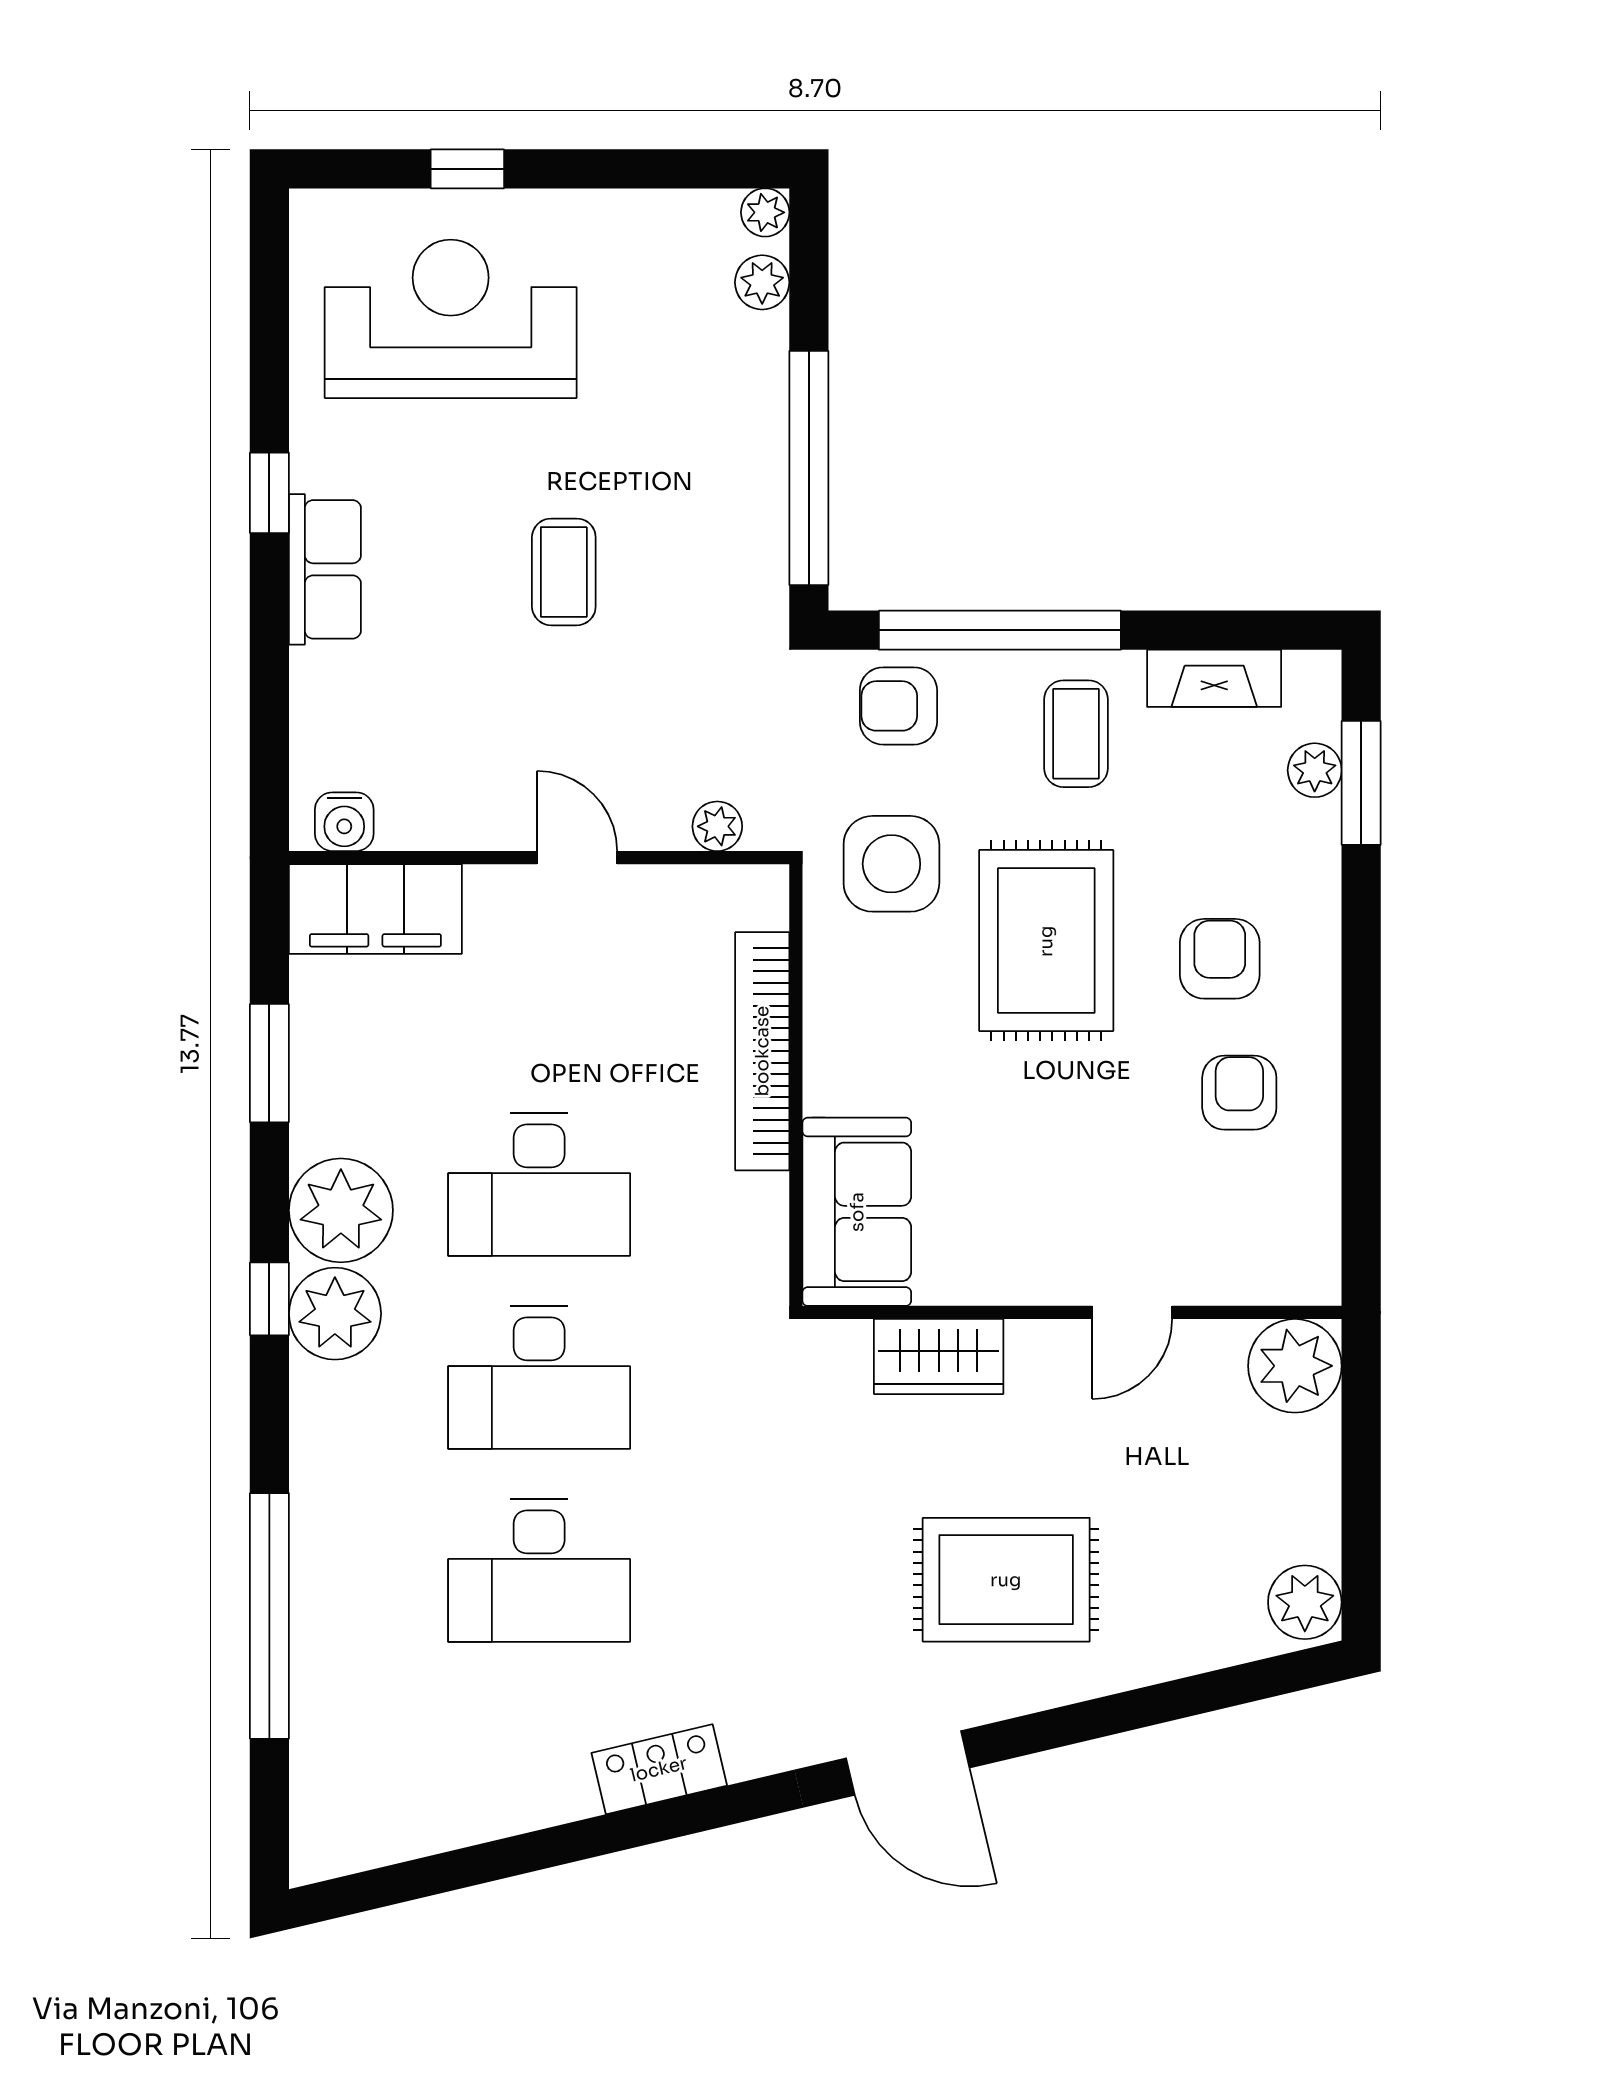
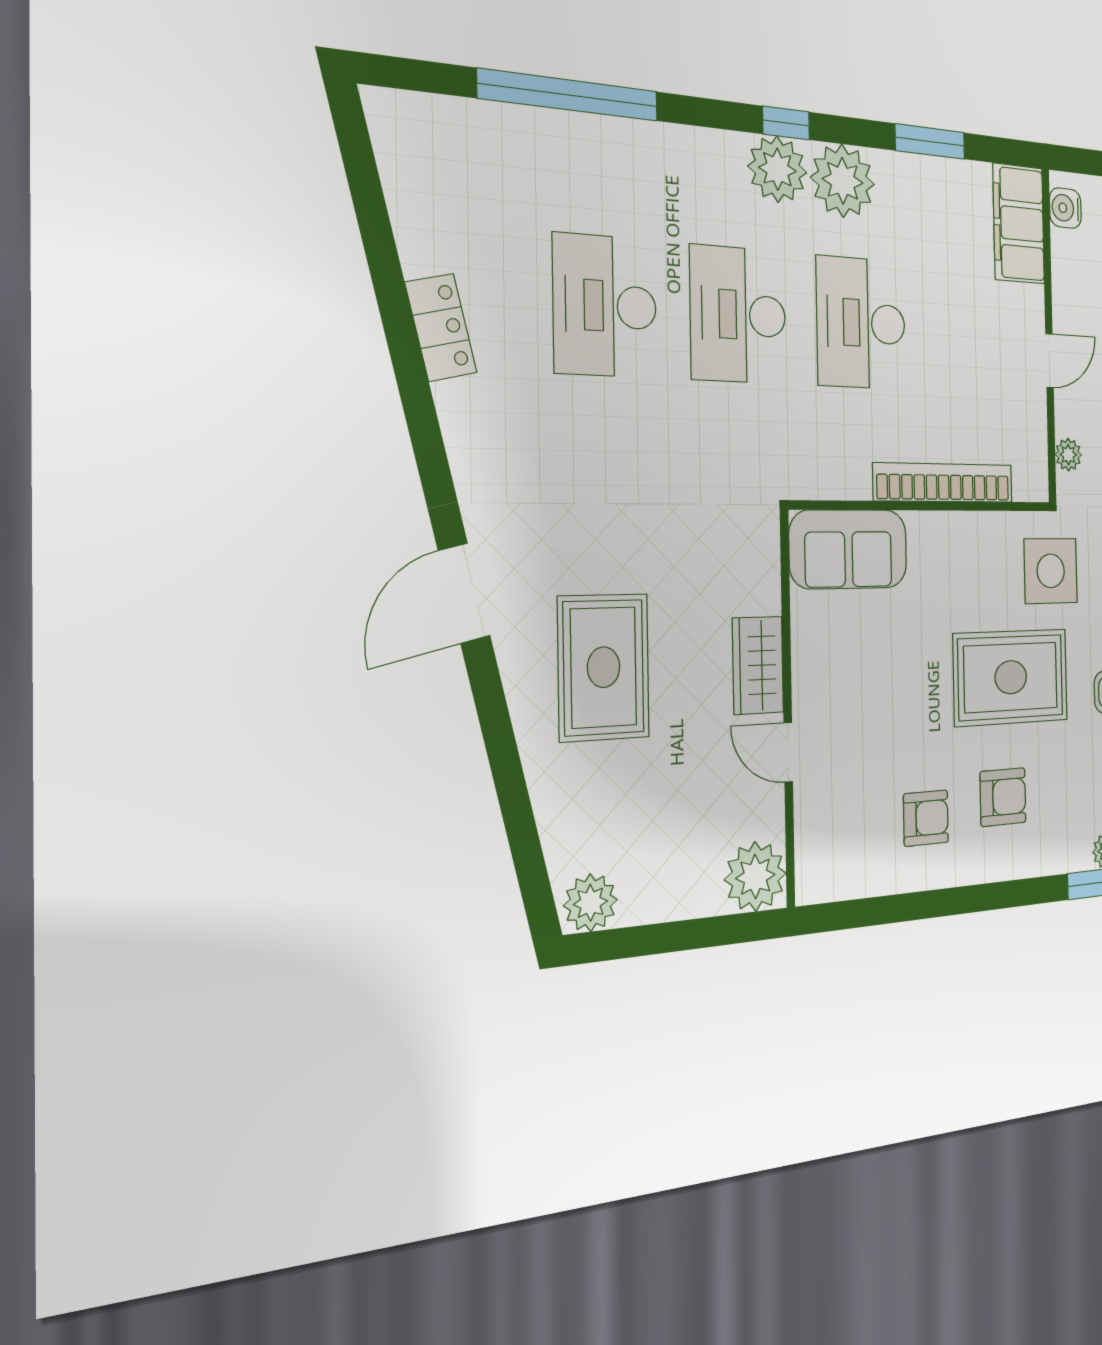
wardrobe: (939, 1357) -> (758, 665), moved
locker: (659, 1769) -> (441, 328), moved

